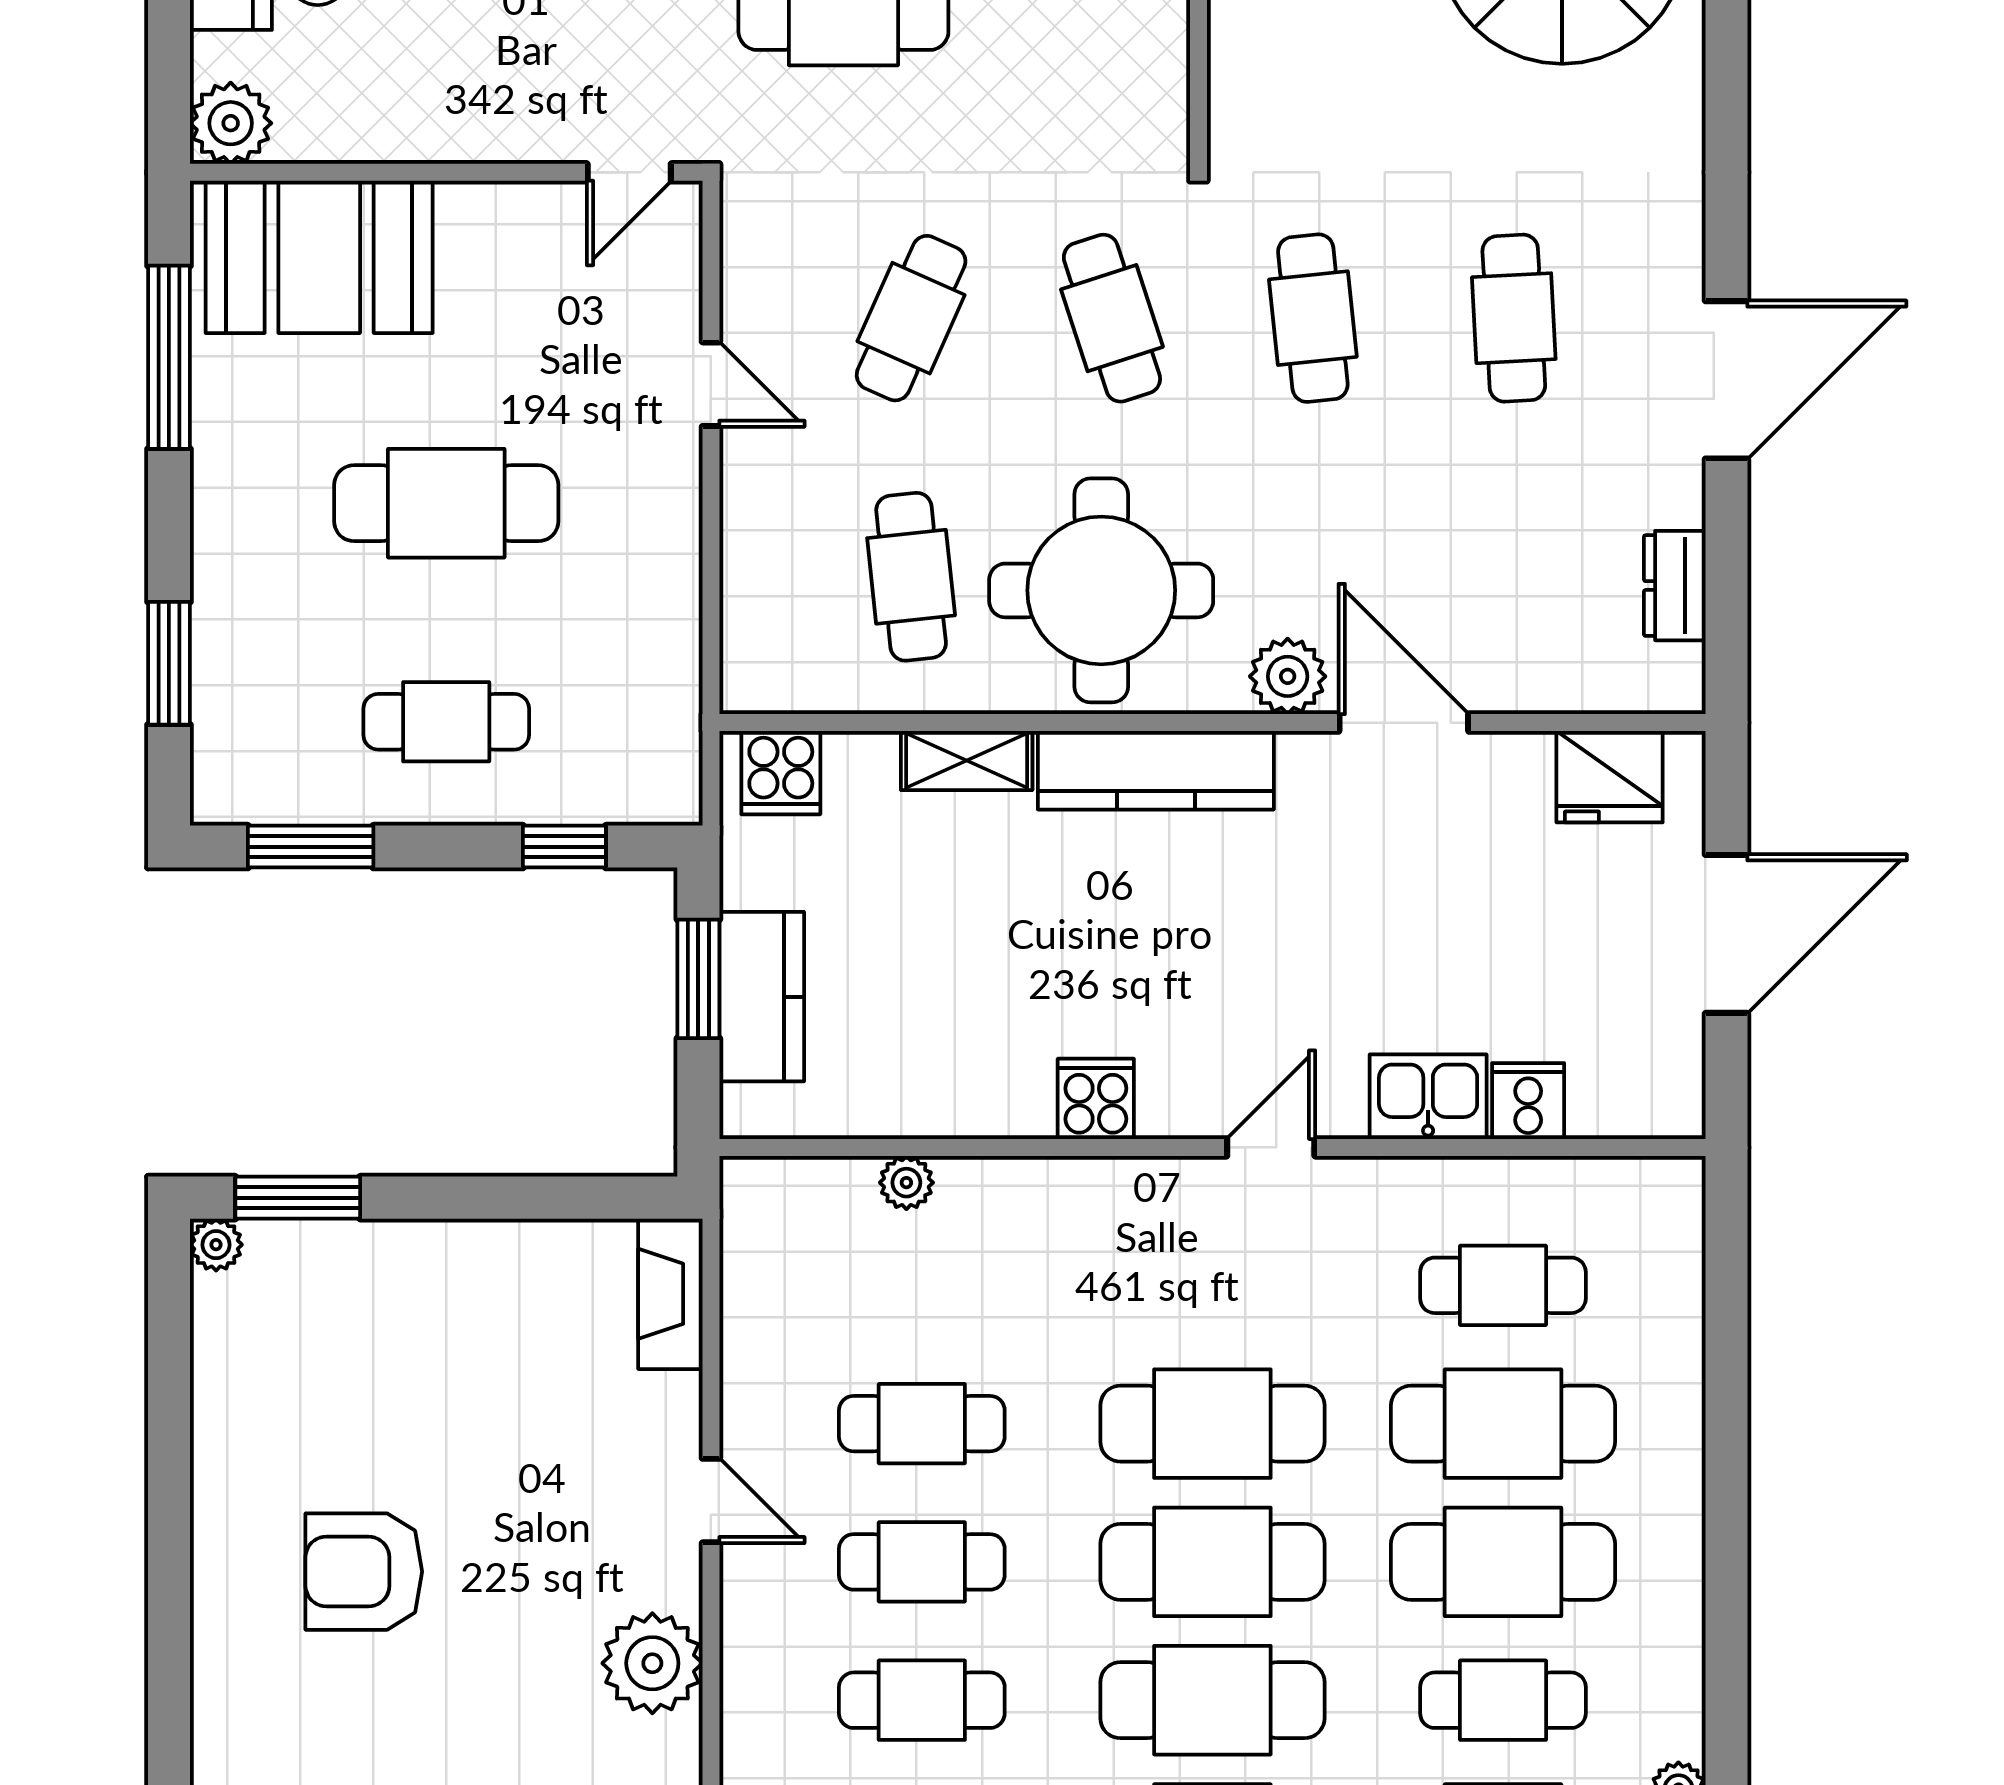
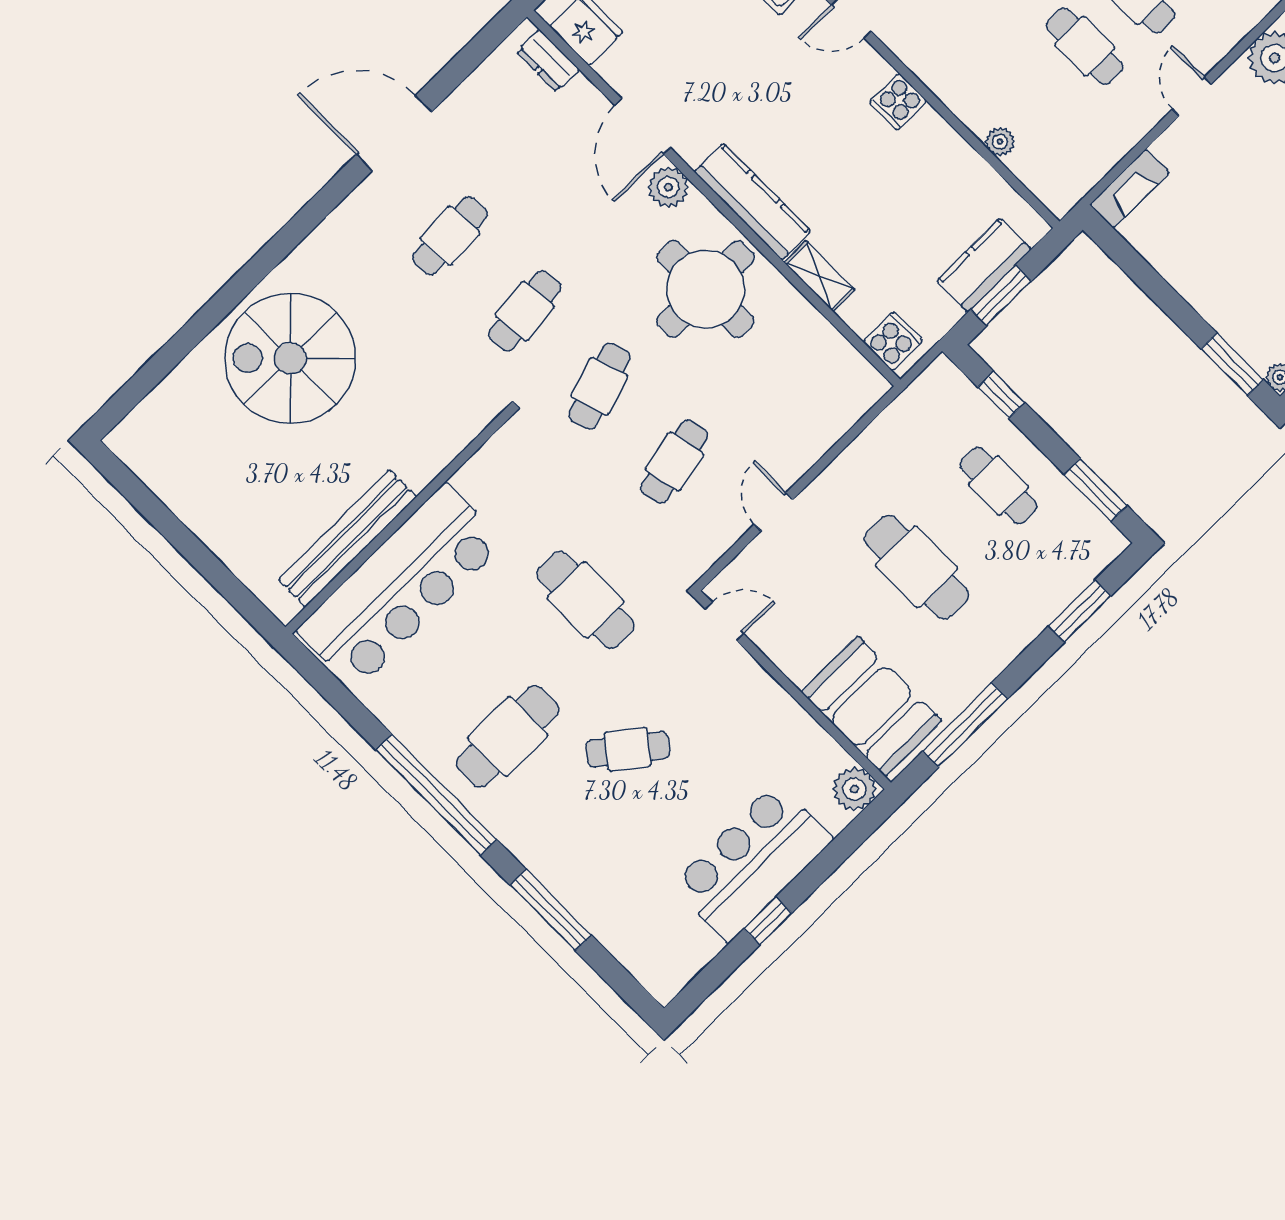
cafe table: (911, 318) -> (674, 462), turned -36
cafe table: (911, 577) -> (771, 365), removed
dresser: (1675, 586) -> (548, 61), moved, turned 90

